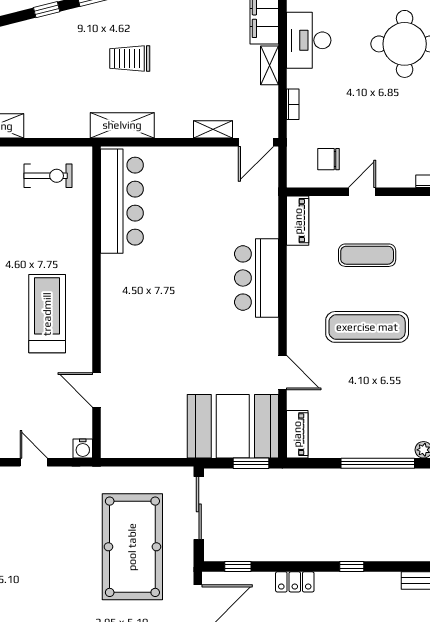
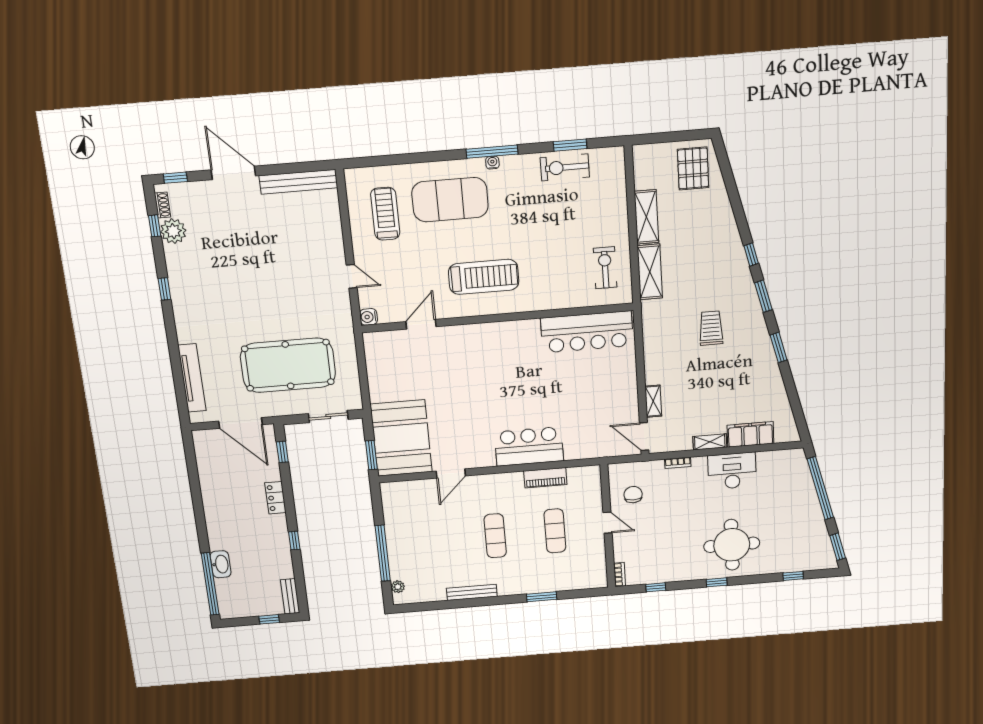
shelving: (122, 125) -> (650, 272), moved
exercise bike: (48, 176) -> (605, 268), turned 180
piano: (298, 221) -> (545, 478), moved
exercise mat: (367, 327) -> (495, 536), width x0.73, depth x0.69
piano: (297, 434) -> (400, 489), removed
door: (34, 462) -> (352, 276), hinge flipped
sliding door: (199, 508) -> (328, 417), width x0.73

